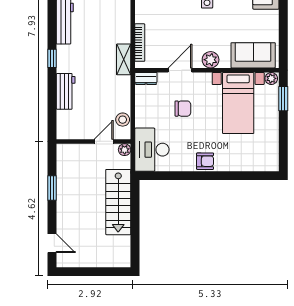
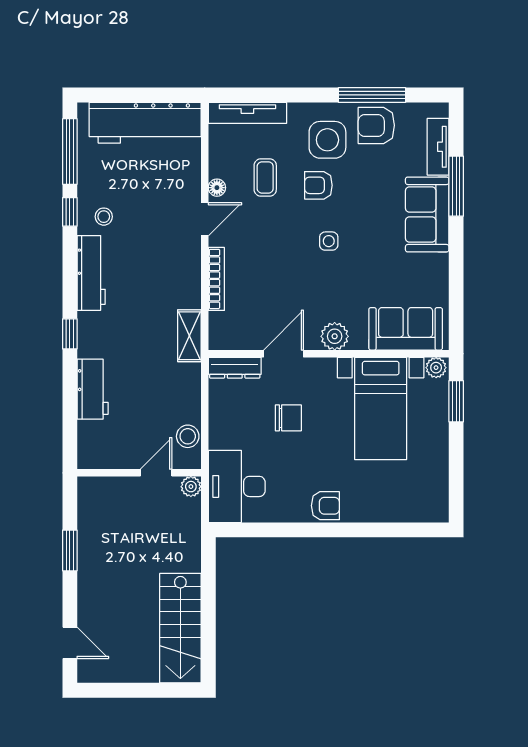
bookcase: (140, 43) -> (216, 279), moved
dresser: (146, 79) -> (235, 368), width x1.44
stairs: (118, 202) -> (180, 628), moved

